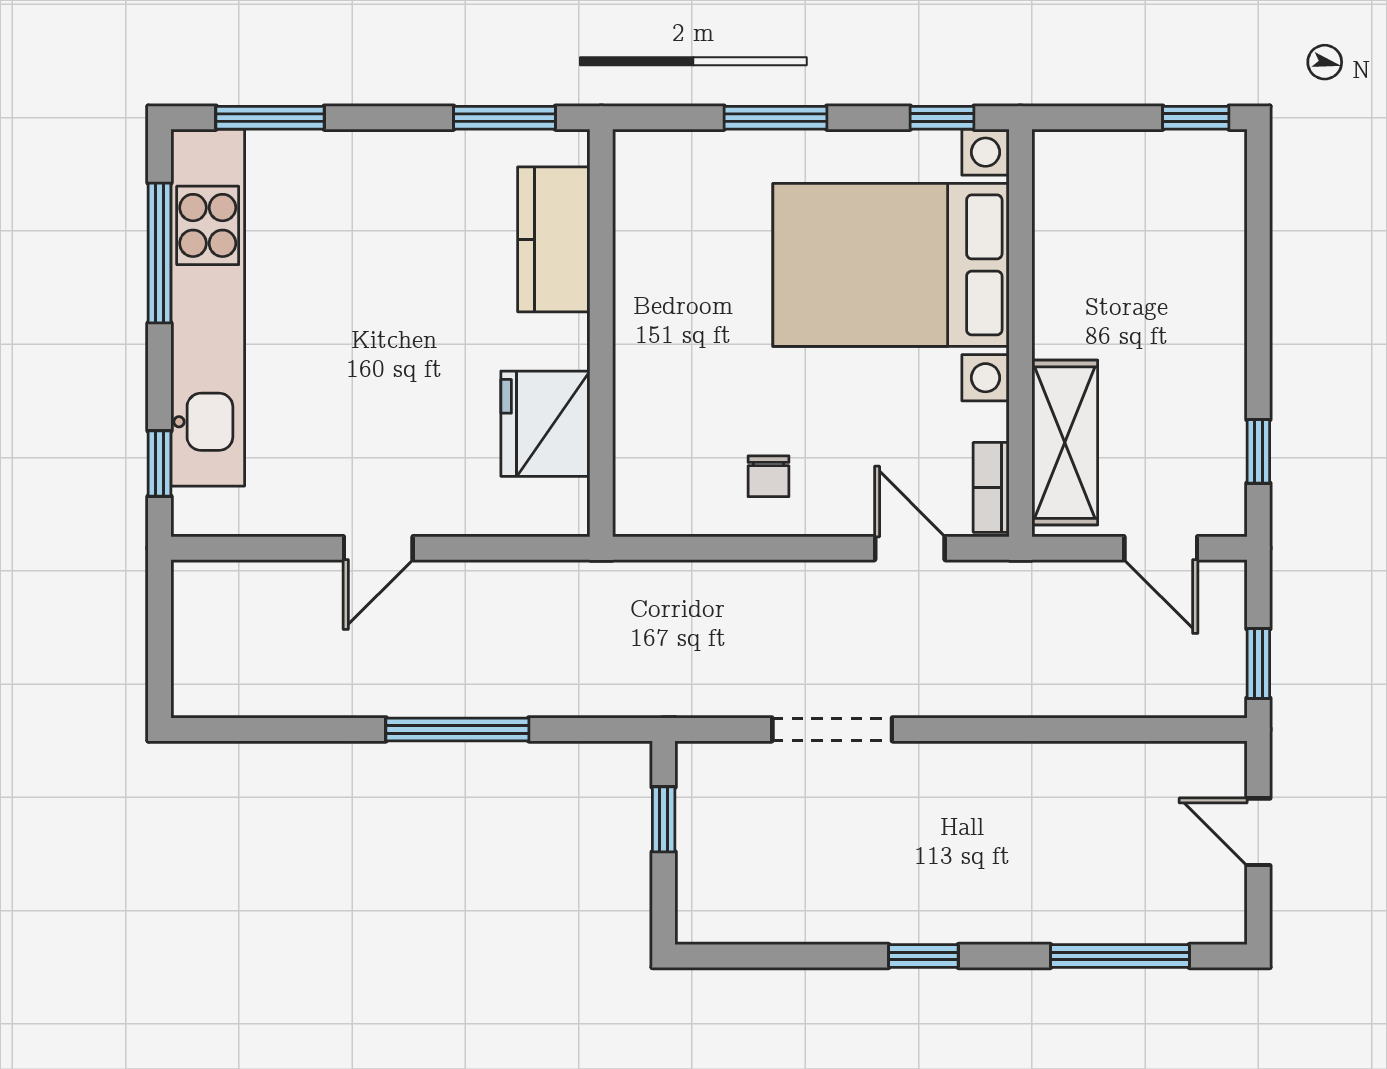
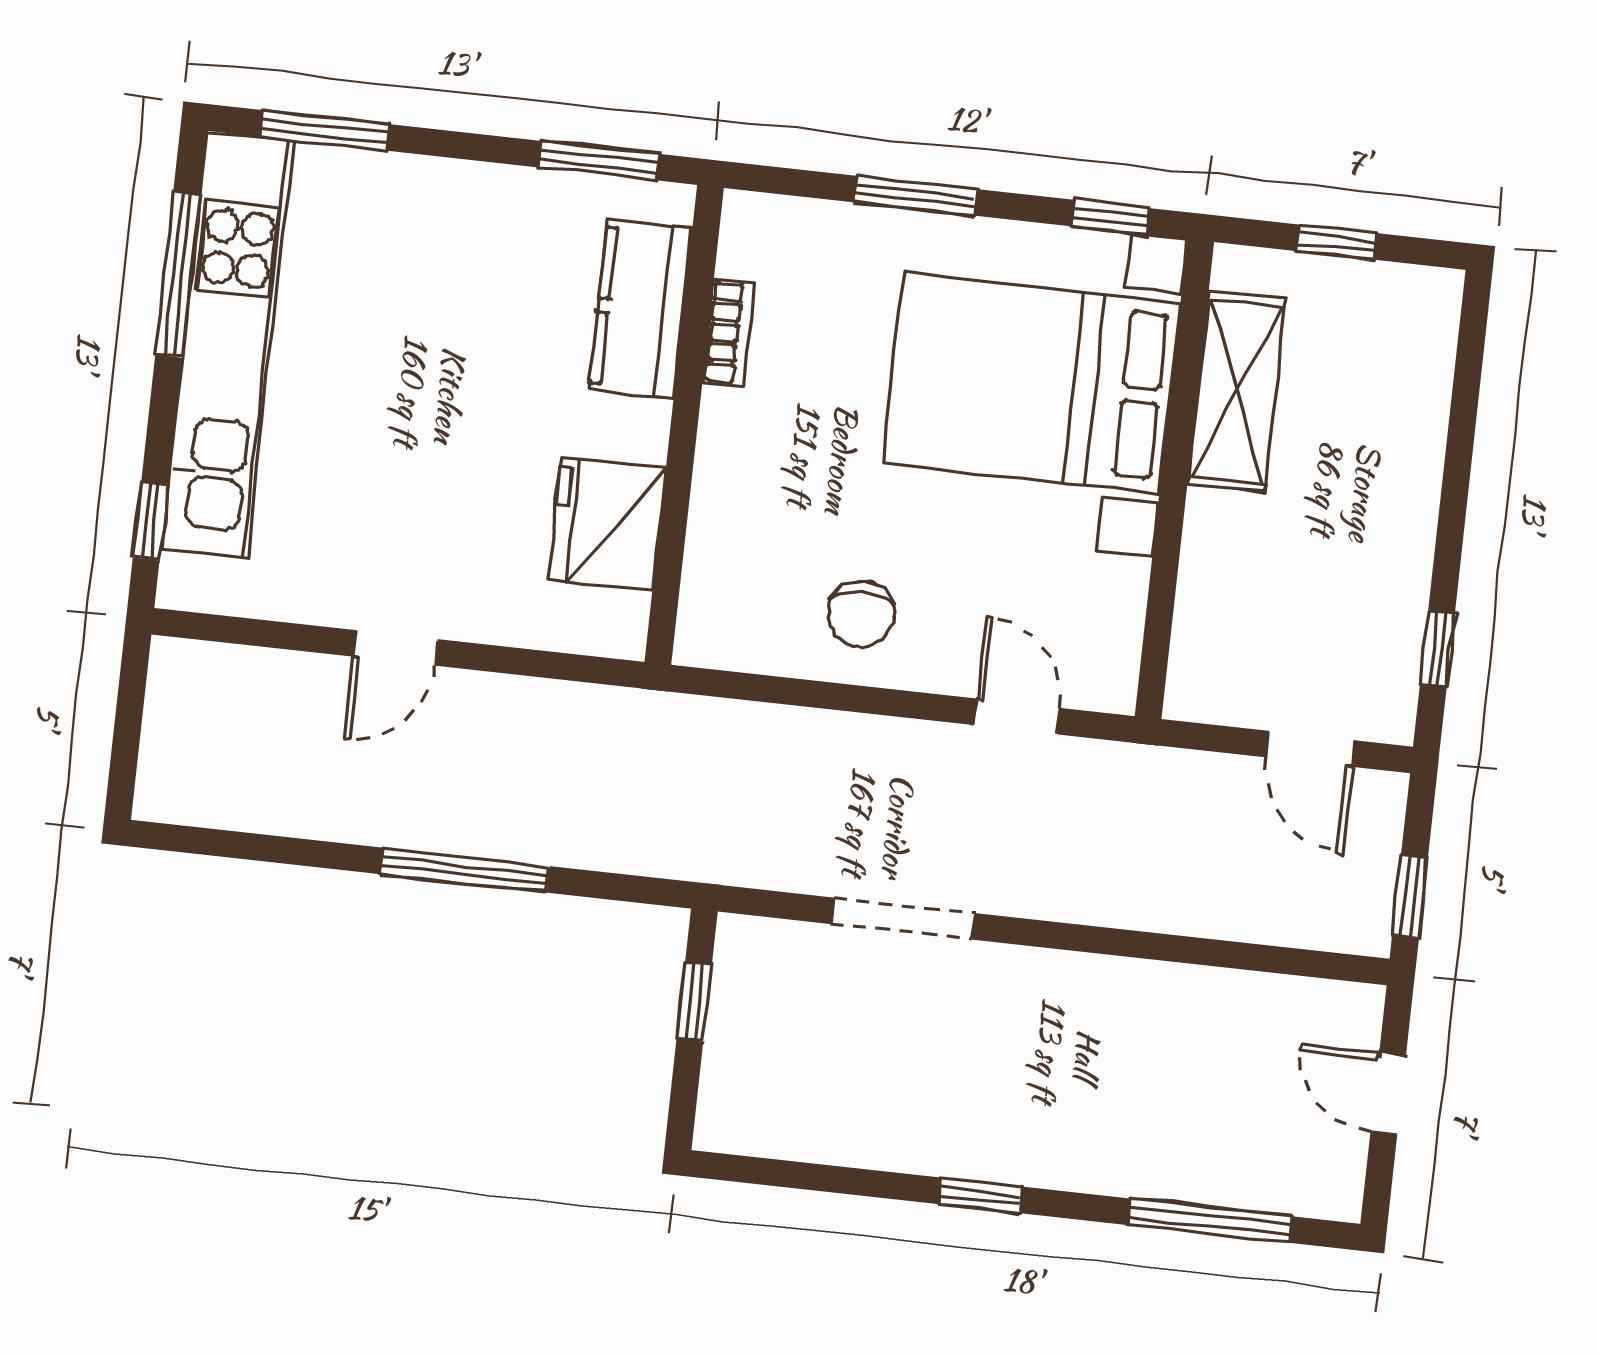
window: (1196, 118) -> (1337, 242), moved
shelving: (1065, 443) -> (1236, 391), moved
chair: (769, 476) -> (861, 614), width x1.37, depth x1.37
bookcase: (991, 487) -> (729, 333), moved, turned 180

